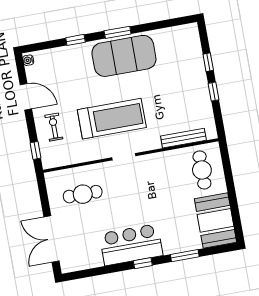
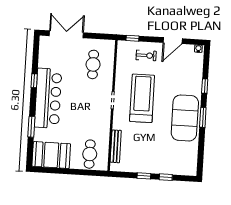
treadmill: (112, 119) -> (142, 98), turned 180
cafe table: (202, 170) -> (90, 154), turned 90
bar counter: (131, 245) -> (48, 98), width x1.36
window: (143, 263) -> (34, 81), moved

